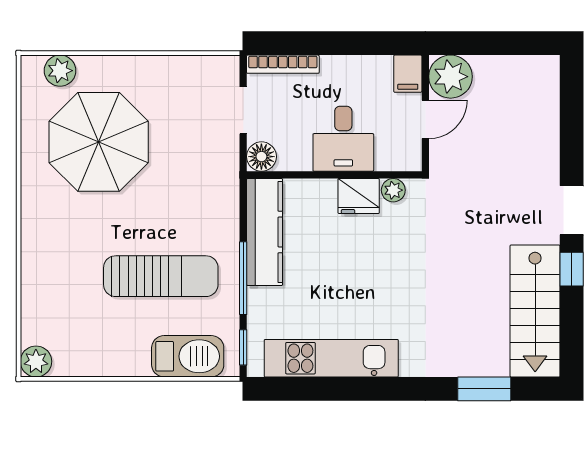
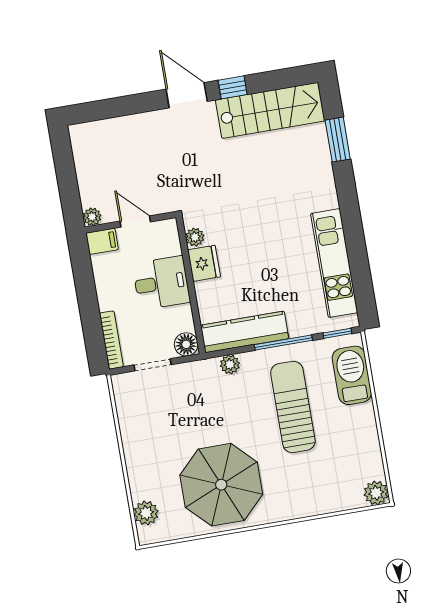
plant: (451, 77) -> (92, 217), width x0.53, depth x0.53
parasol: (99, 142) -> (221, 485), moved
plant: (227, 207) -> (230, 364), added

